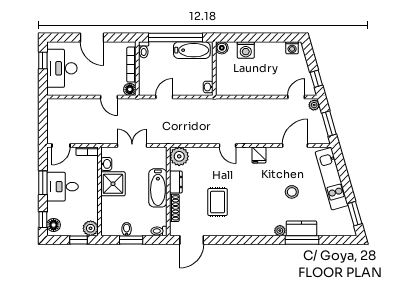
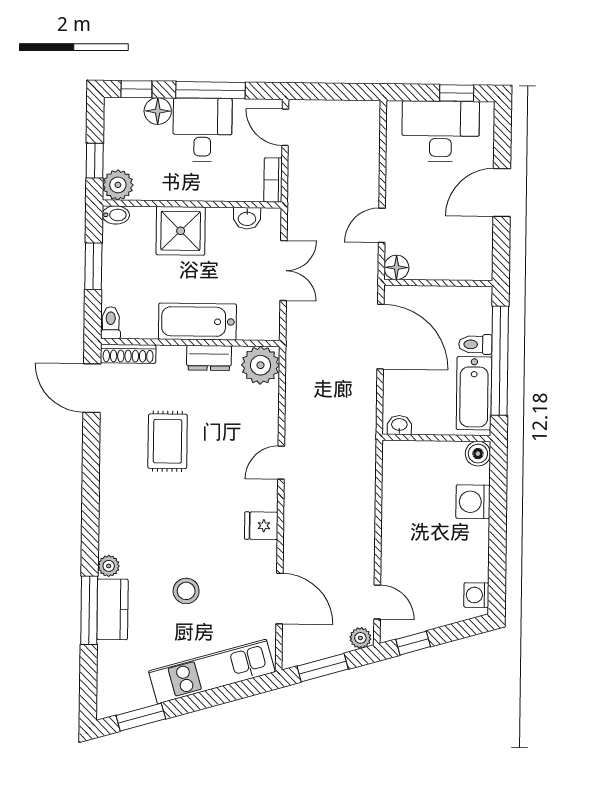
toilet: (144, 50) -> (475, 344), moved
bookcase: (131, 65) -> (446, 271), removed
door: (164, 97) -> (381, 337), width x1.87
window: (43, 183) -> (210, 90), width x1.44
shower: (113, 184) -> (181, 231), moved
rug: (218, 202) -> (168, 441), turned 90
shoe rack: (174, 208) -> (128, 354), moved
floor lamp: (54, 225) -> (158, 111), moved
bidet: (127, 229) -> (116, 215), moved

